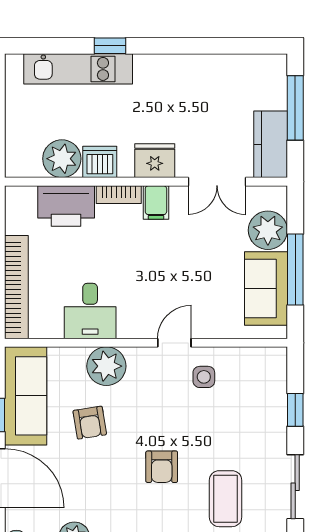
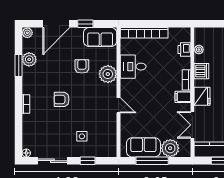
plant: (62, 159) -> (199, 50), width x0.53, depth x0.53
printer: (66, 206) -> (184, 50), width x0.53, depth x0.68
side table: (204, 377) -> (82, 136), moved
sofa: (26, 396) -> (100, 37), width x0.73
armchair: (90, 423) -> (82, 66), turned 99
coffee table: (226, 499) -> (47, 129), removed

